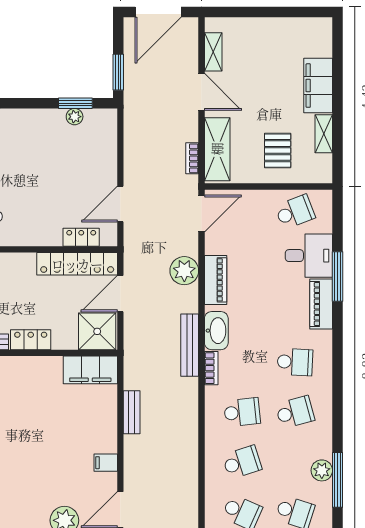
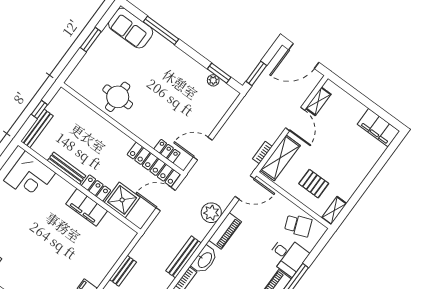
filing cabinet: (318, 86) -> (379, 128), moved, turned -90
shelving: (324, 134) -> (334, 211), moved
pallet: (278, 151) -> (314, 184), turned 90
shower: (97, 331) -> (122, 200), moved
filing cabinet: (90, 370) -> (87, 207), moved

